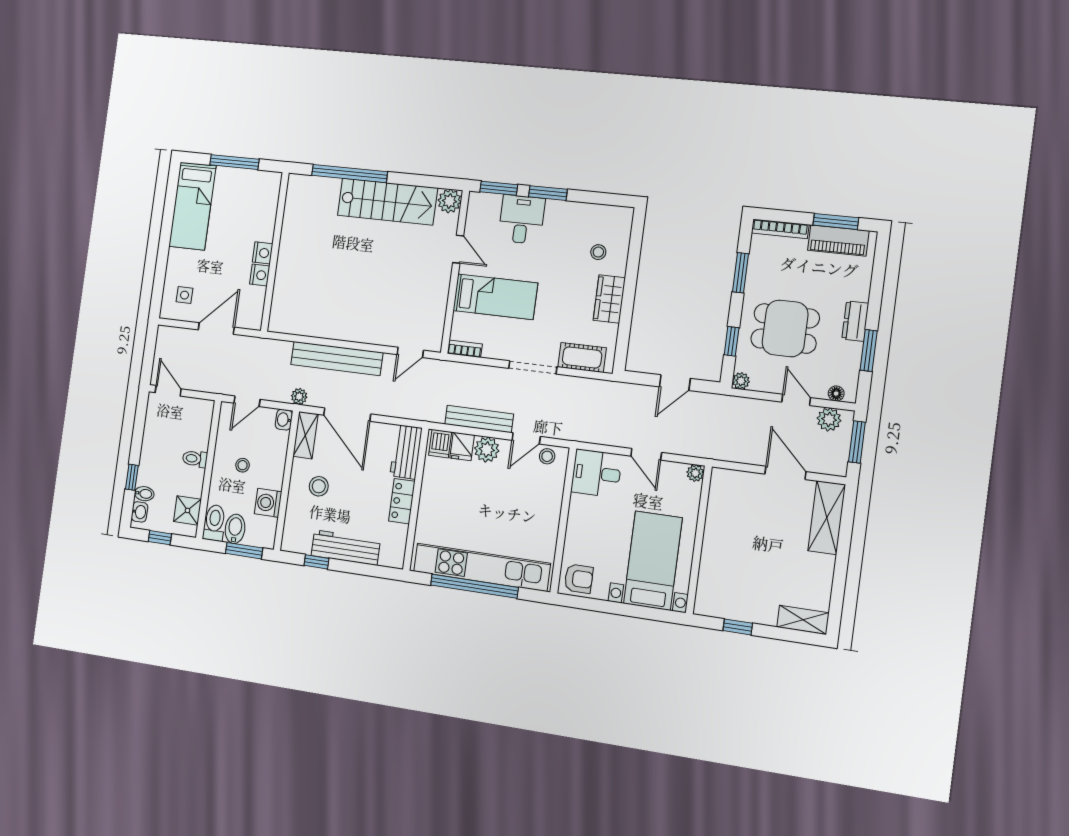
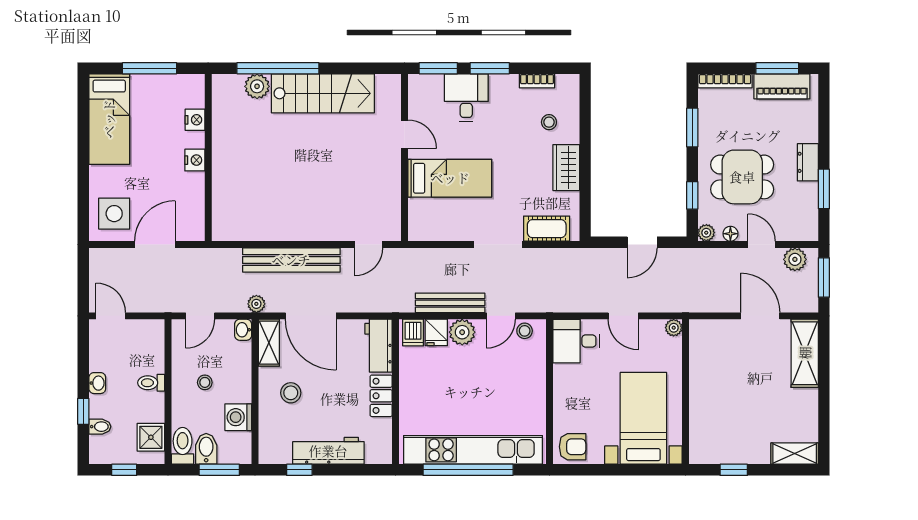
plant: (449, 201) -> (257, 86), moved
nightstand: (260, 275) -> (195, 120), moved
side table: (185, 295) -> (114, 214), width x1.87, depth x1.87
bookcase: (465, 349) -> (537, 81), moved, turned 180
floor lamp: (836, 394) -> (730, 234), moved
washbasin: (139, 512) -> (97, 383), moved

